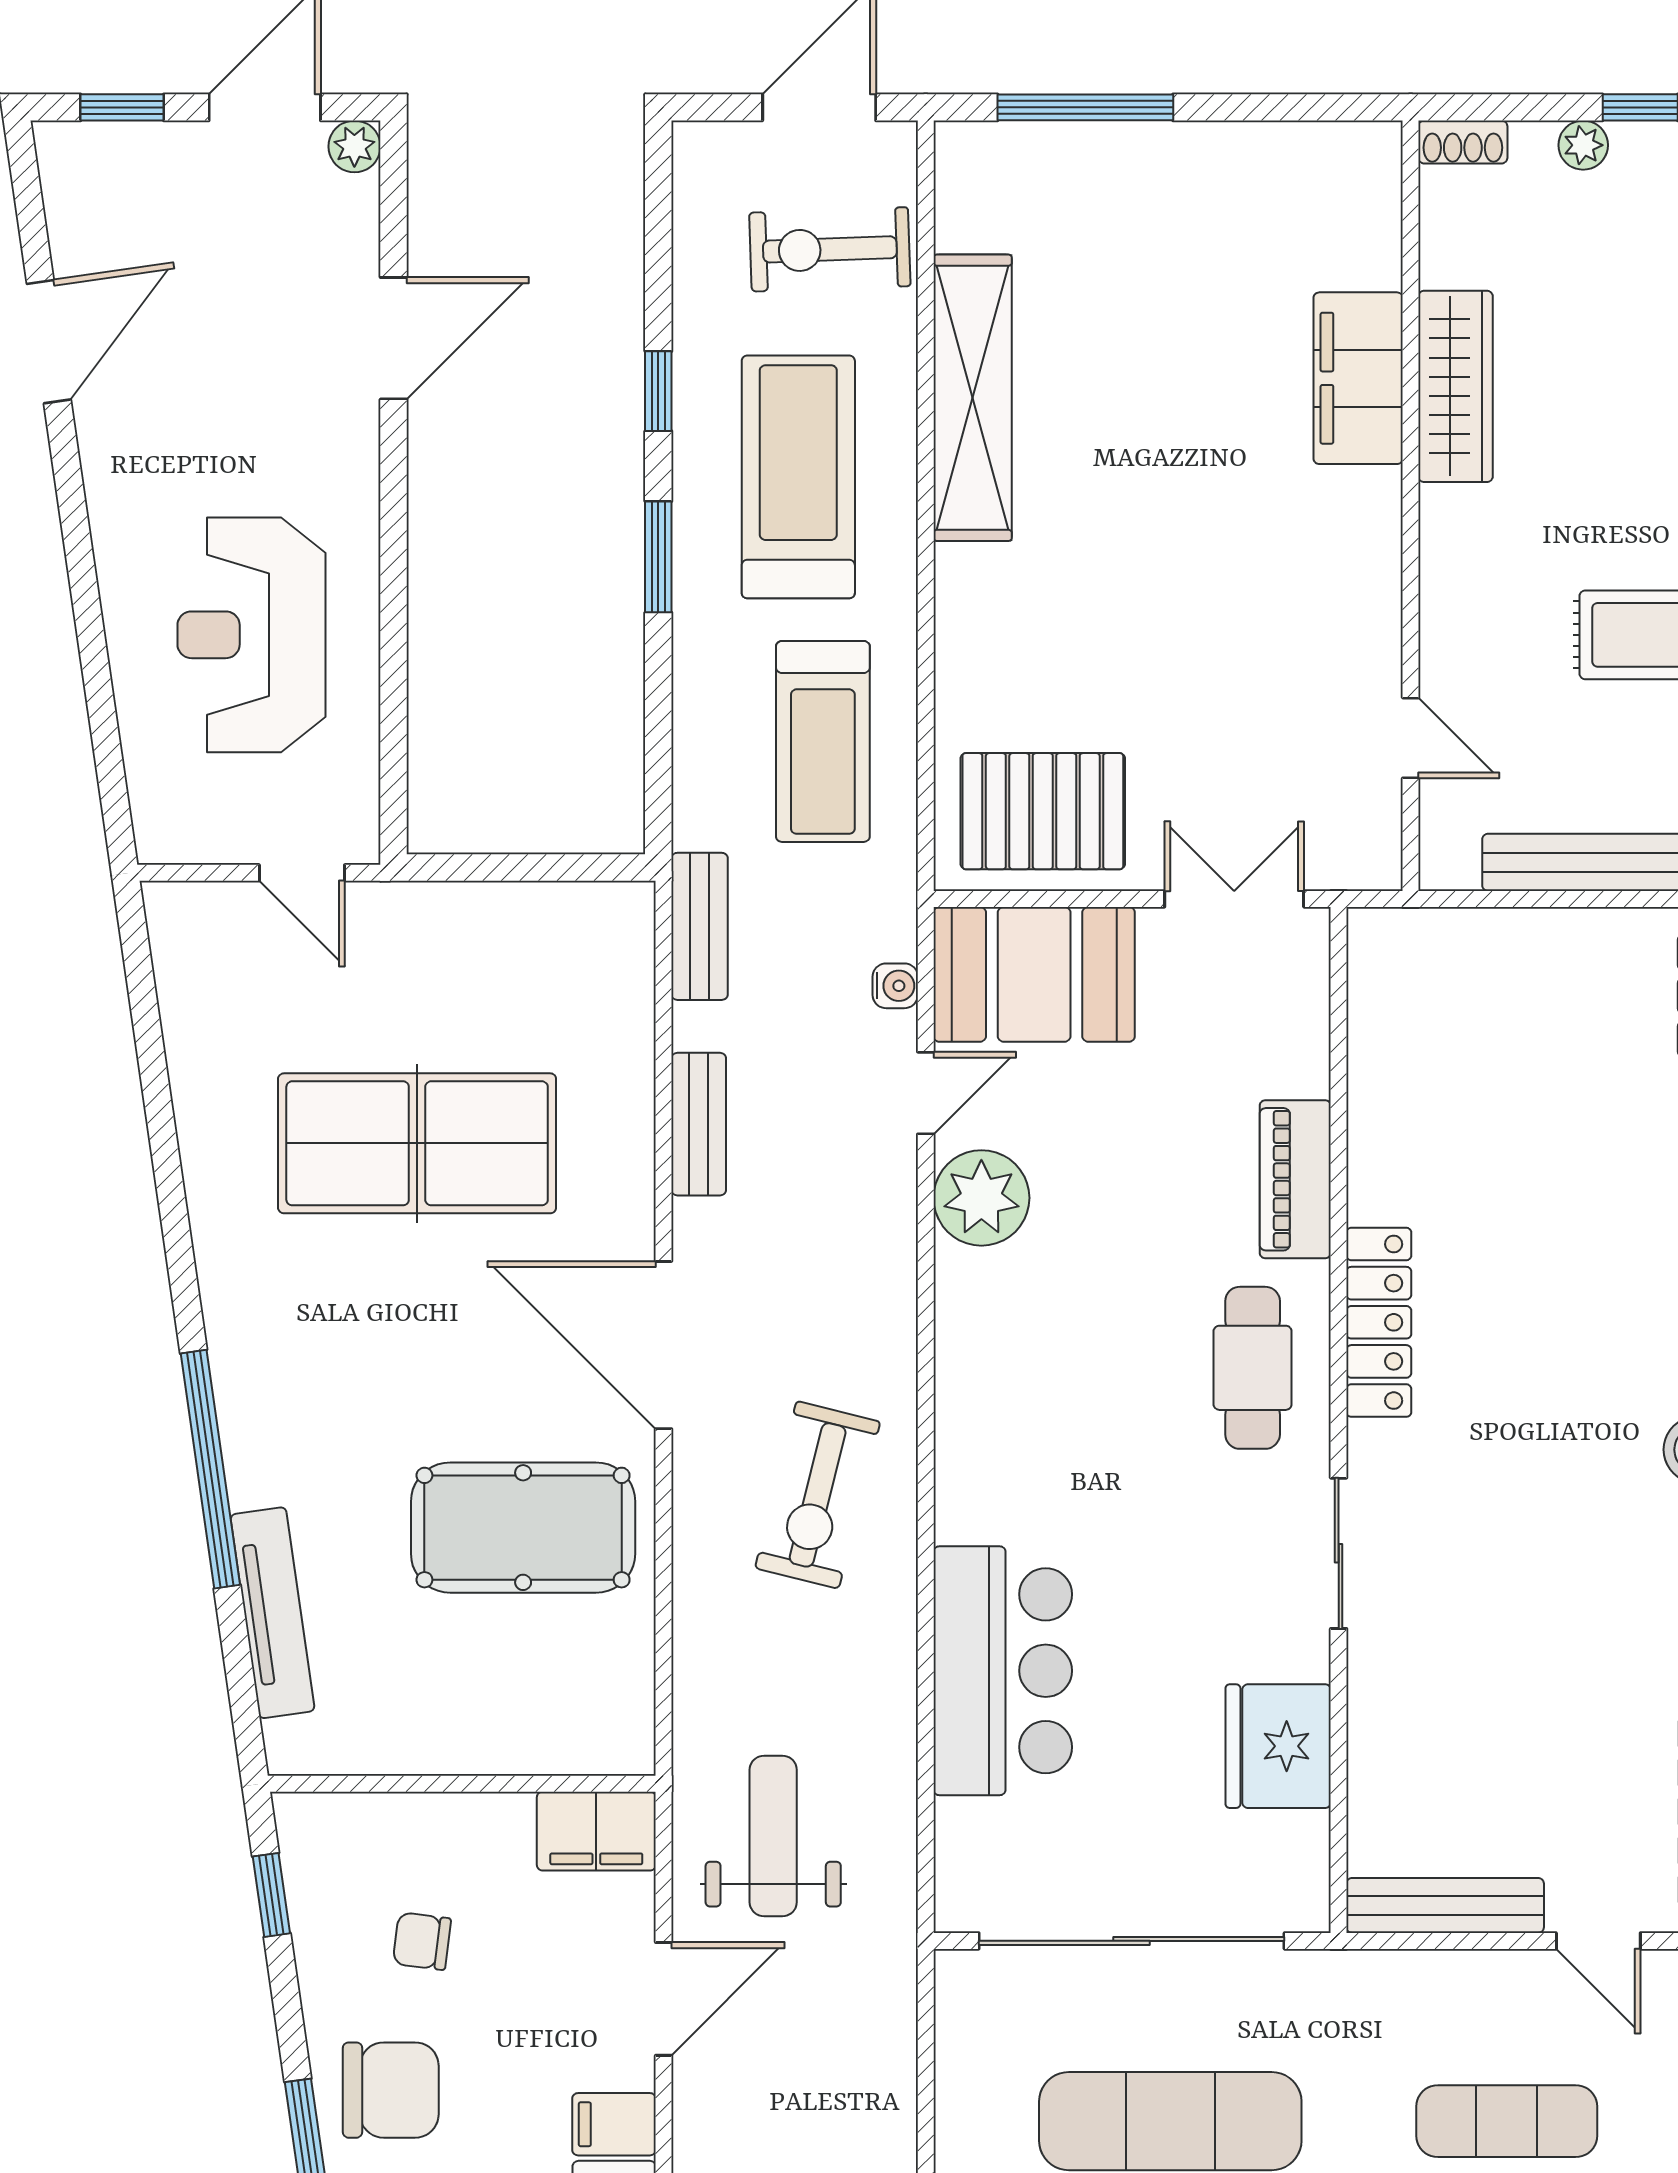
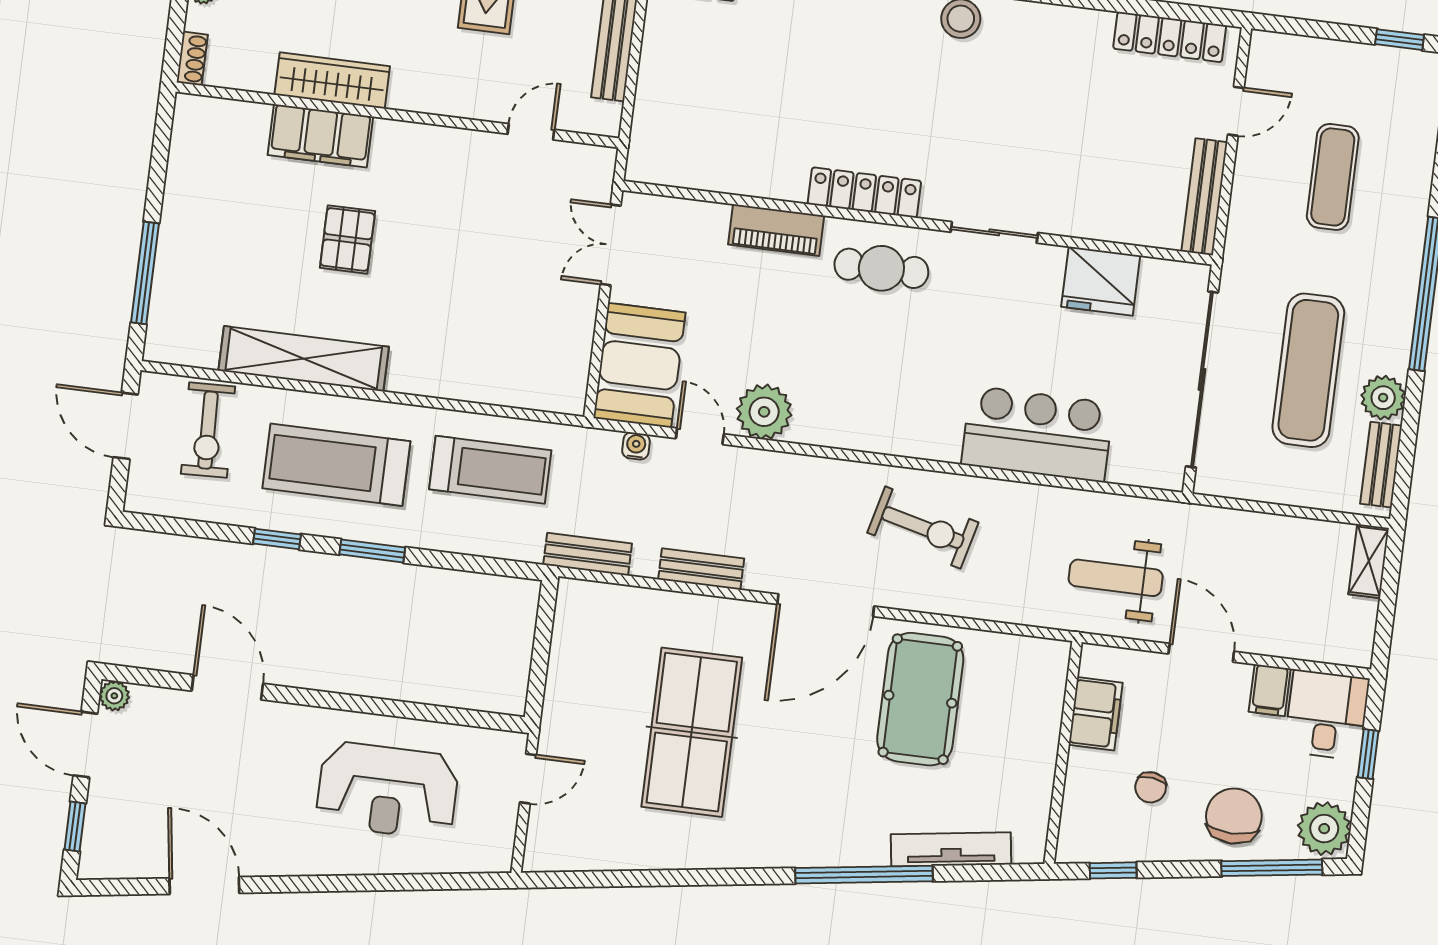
pallet: (1043, 811) -> (348, 239), moved, width x0.67, depth x0.71
filing cabinet: (596, 1831) -> (1096, 714), moved

